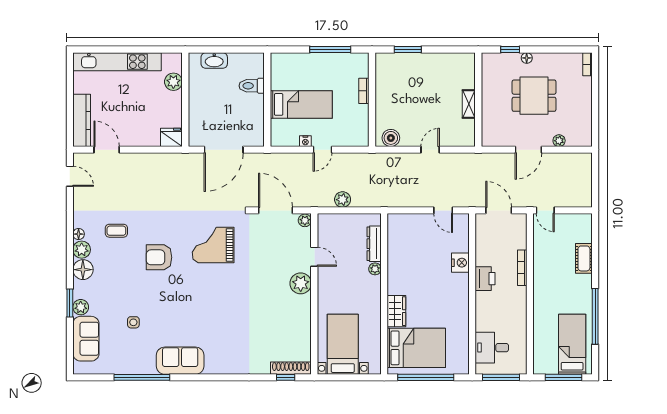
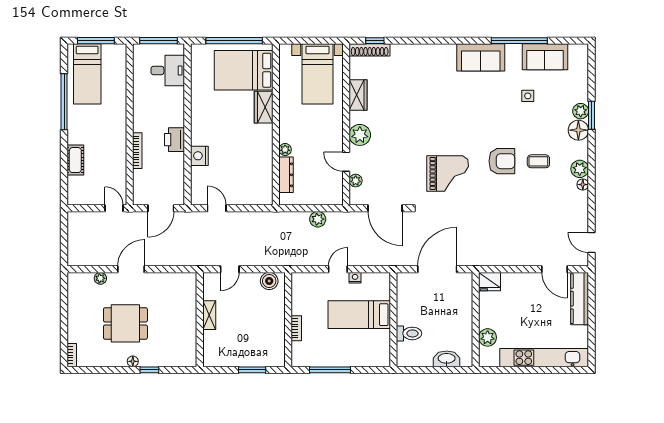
wall: (478, 100) -> (200, 320), moved
shelving: (469, 104) -> (209, 315), moved
door: (499, 210) -> (161, 208), hinge flipped
plant: (305, 220) -> (356, 181), moved
coffee table: (116, 231) -> (538, 161), moved
floor lamp: (83, 270) -> (578, 130), moved
wardrobe: (302, 323) -> (358, 95), added
sofa: (86, 339) -> (545, 57), moved, turned -90

